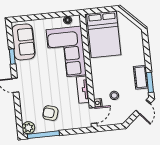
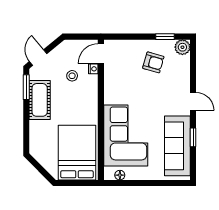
sofa: (23, 42) -> (177, 146), width x1.36
cot: (141, 77) -> (40, 100), width x1.37, depth x1.34
tv unit: (83, 90) -> (110, 87), removed
window: (43, 135) -> (165, 37), width x0.46

